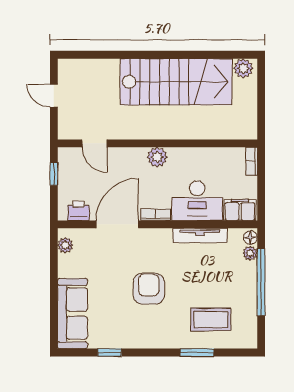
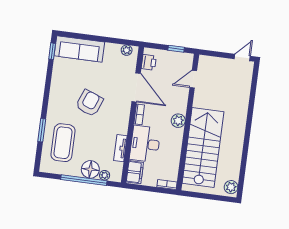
stairs: (176, 82) -> (203, 148), moved, turned 180
door: (54, 96) -> (242, 57), moved
tv unit: (200, 235) -> (120, 148), width x0.71
floor lamp: (250, 238) -> (90, 169), moved, width x1.89, depth x1.89
armchair: (149, 289) -> (89, 103), turned -69
coffee table: (211, 319) -> (63, 143), width x1.36, depth x1.32
window: (110, 353) -> (52, 51), moved

